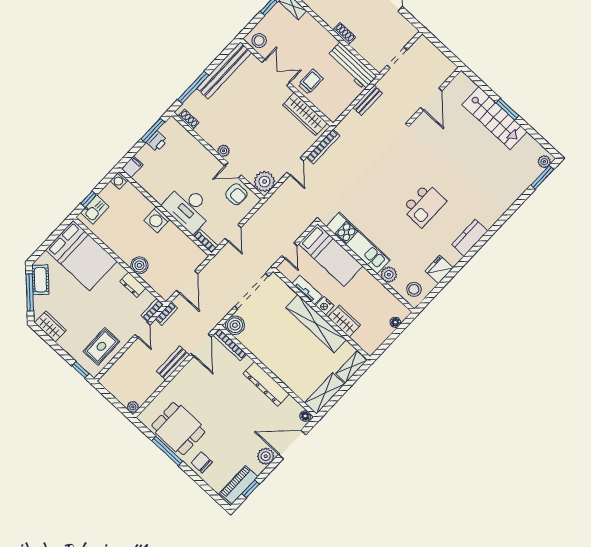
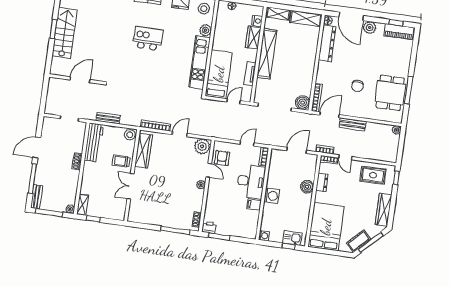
stool: (259, 41) -> (130, 135), moved
bench: (224, 70) -> (151, 219), removed
printer: (157, 141) -> (209, 227), moved
filing cabinet: (132, 167) -> (254, 204), moved
nightstand: (325, 306) -> (257, 21), moved
wardrobe: (50, 326) -> (383, 210), width x1.50
door: (142, 330) -> (345, 157), swing flipped
dresser: (266, 384) -> (327, 44), moved
chair: (202, 462) -> (357, 86), moved

